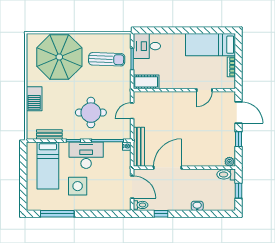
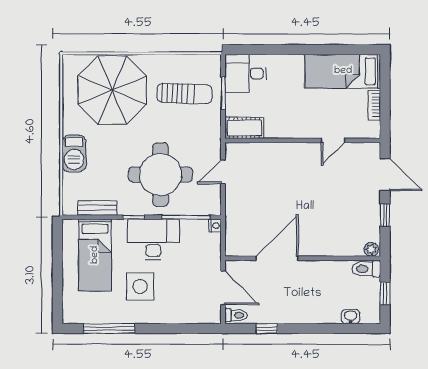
round table: (91, 113) -> (160, 175), width x1.36, depth x1.36
bench: (139, 147) -> (233, 227), removed
washbasin: (197, 206) -> (351, 317), moved

